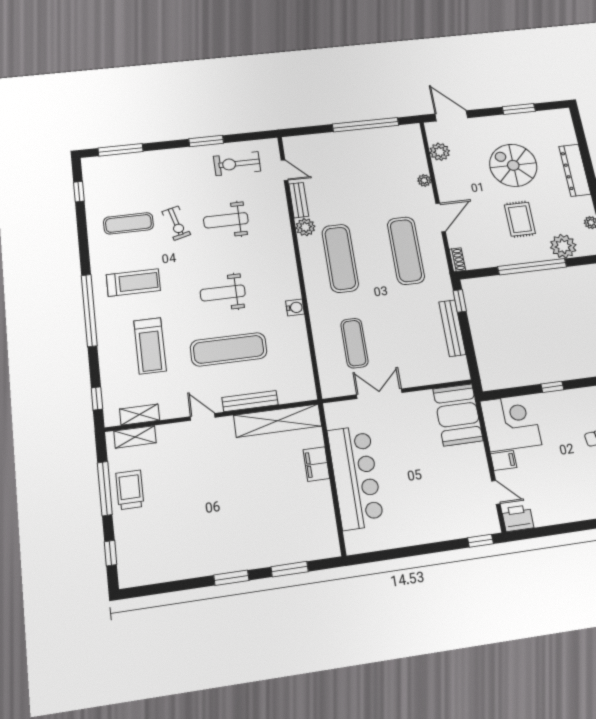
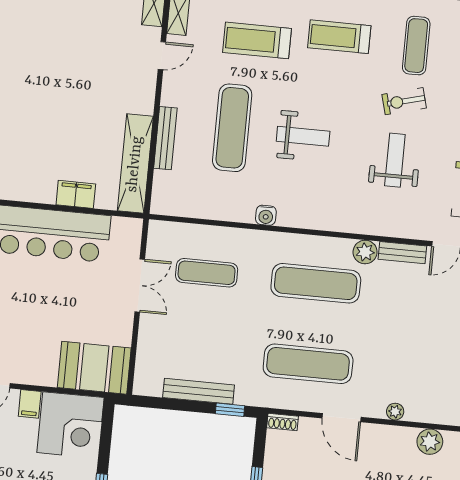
treadmill: (133, 283) -> (339, 37), turned 90
weight bench: (223, 293) -> (303, 136), turned 90
door: (203, 417) -> (162, 56), moved

